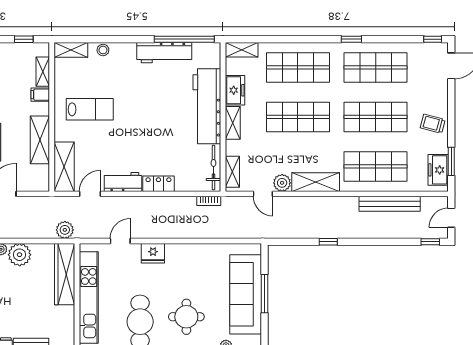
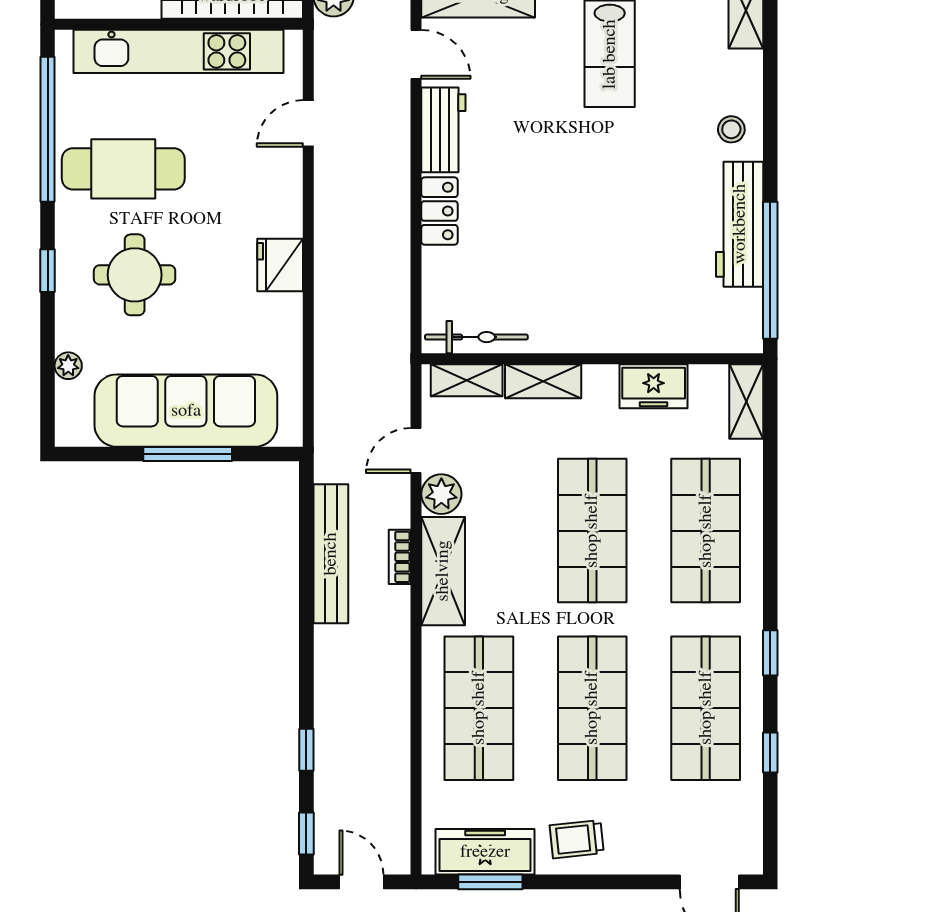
window: (433, 39) -> (770, 753), moved
stool: (103, 50) -> (731, 129), moved
workbench: (207, 106) -> (617, 322), removed
shelving: (233, 123) -> (543, 381), moved
trolley: (433, 124) -> (577, 839), turned -111
freezer: (438, 170) -> (485, 852), width x1.40
bookcase: (209, 201) -> (400, 557), moved
bench: (390, 204) -> (331, 554), moved
door: (120, 241) -> (308, 123), swing flipped
window: (328, 242) -> (306, 750), moved
fridge: (153, 253) -> (280, 265), moved

